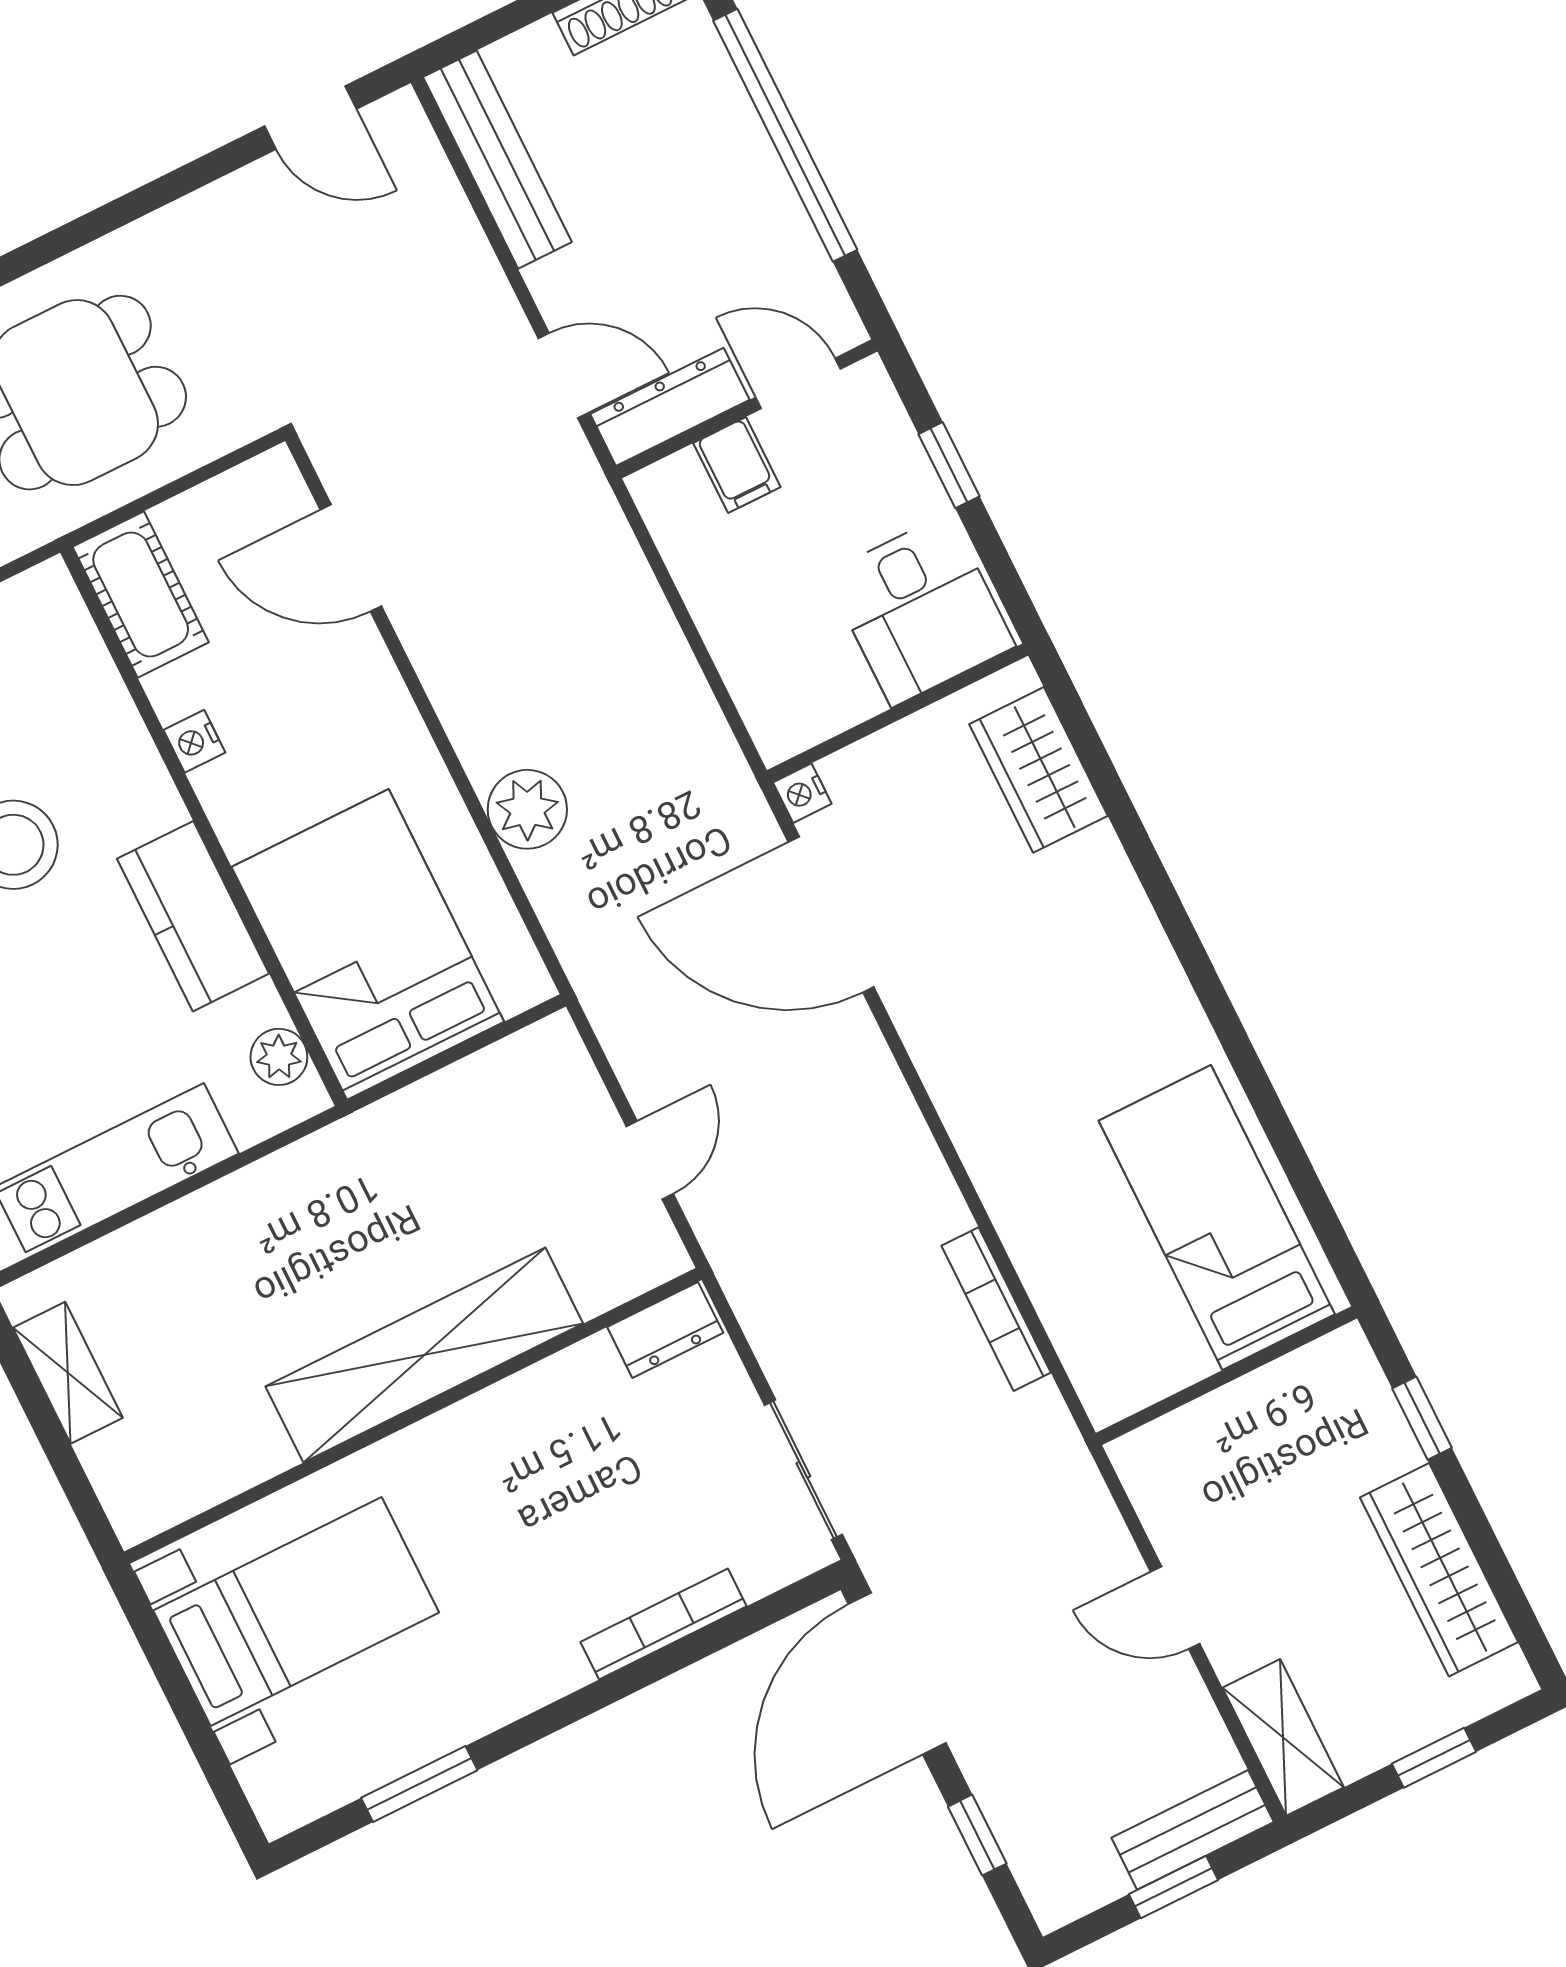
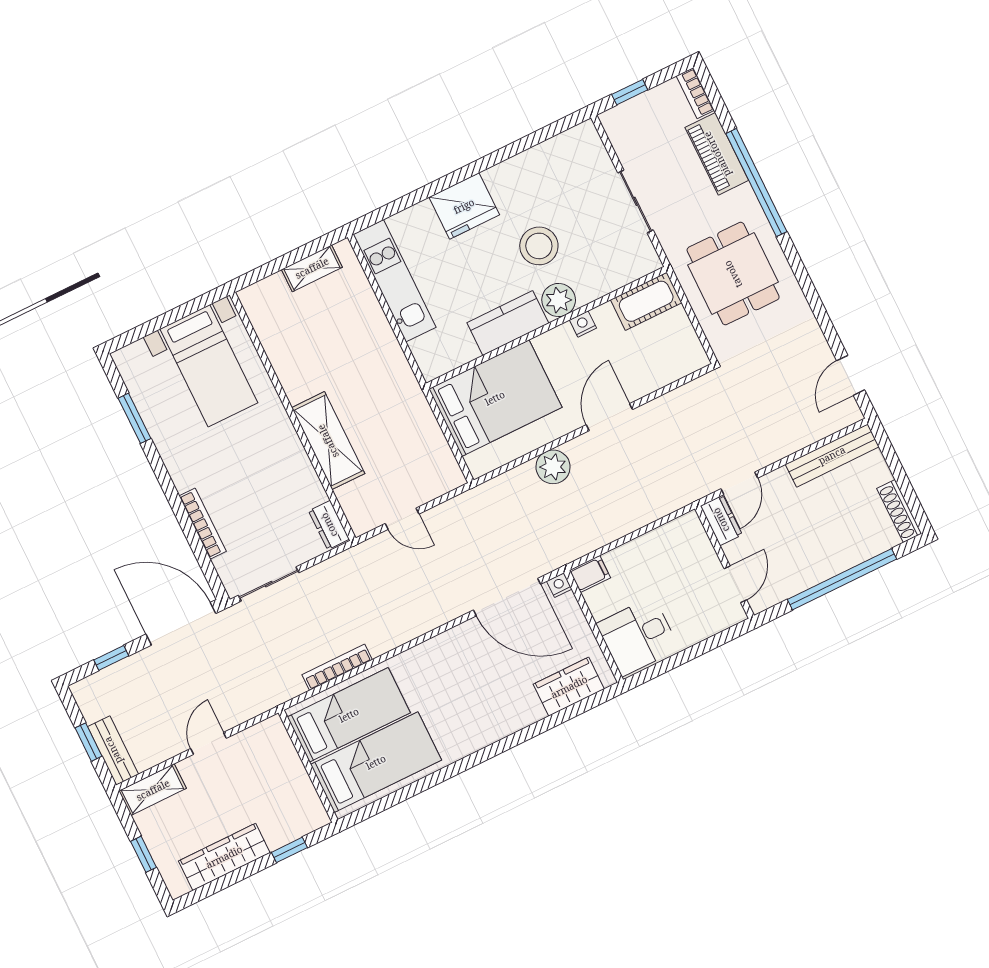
dresser: (670, 407) -> (721, 520), width x0.70
filing cabinet: (737, 465) -> (590, 574), moved, turned 180
window: (949, 465) -> (700, 649), removed
door: (351, 558) -> (609, 417), moved
door: (831, 915) -> (507, 597), swing flipped
plant: (279, 1057) -> (559, 300), moved, width x1.38, depth x1.38
bed: (1107, 1282) -> (349, 715), added
shelving: (424, 1355) -> (328, 441), width x0.68

